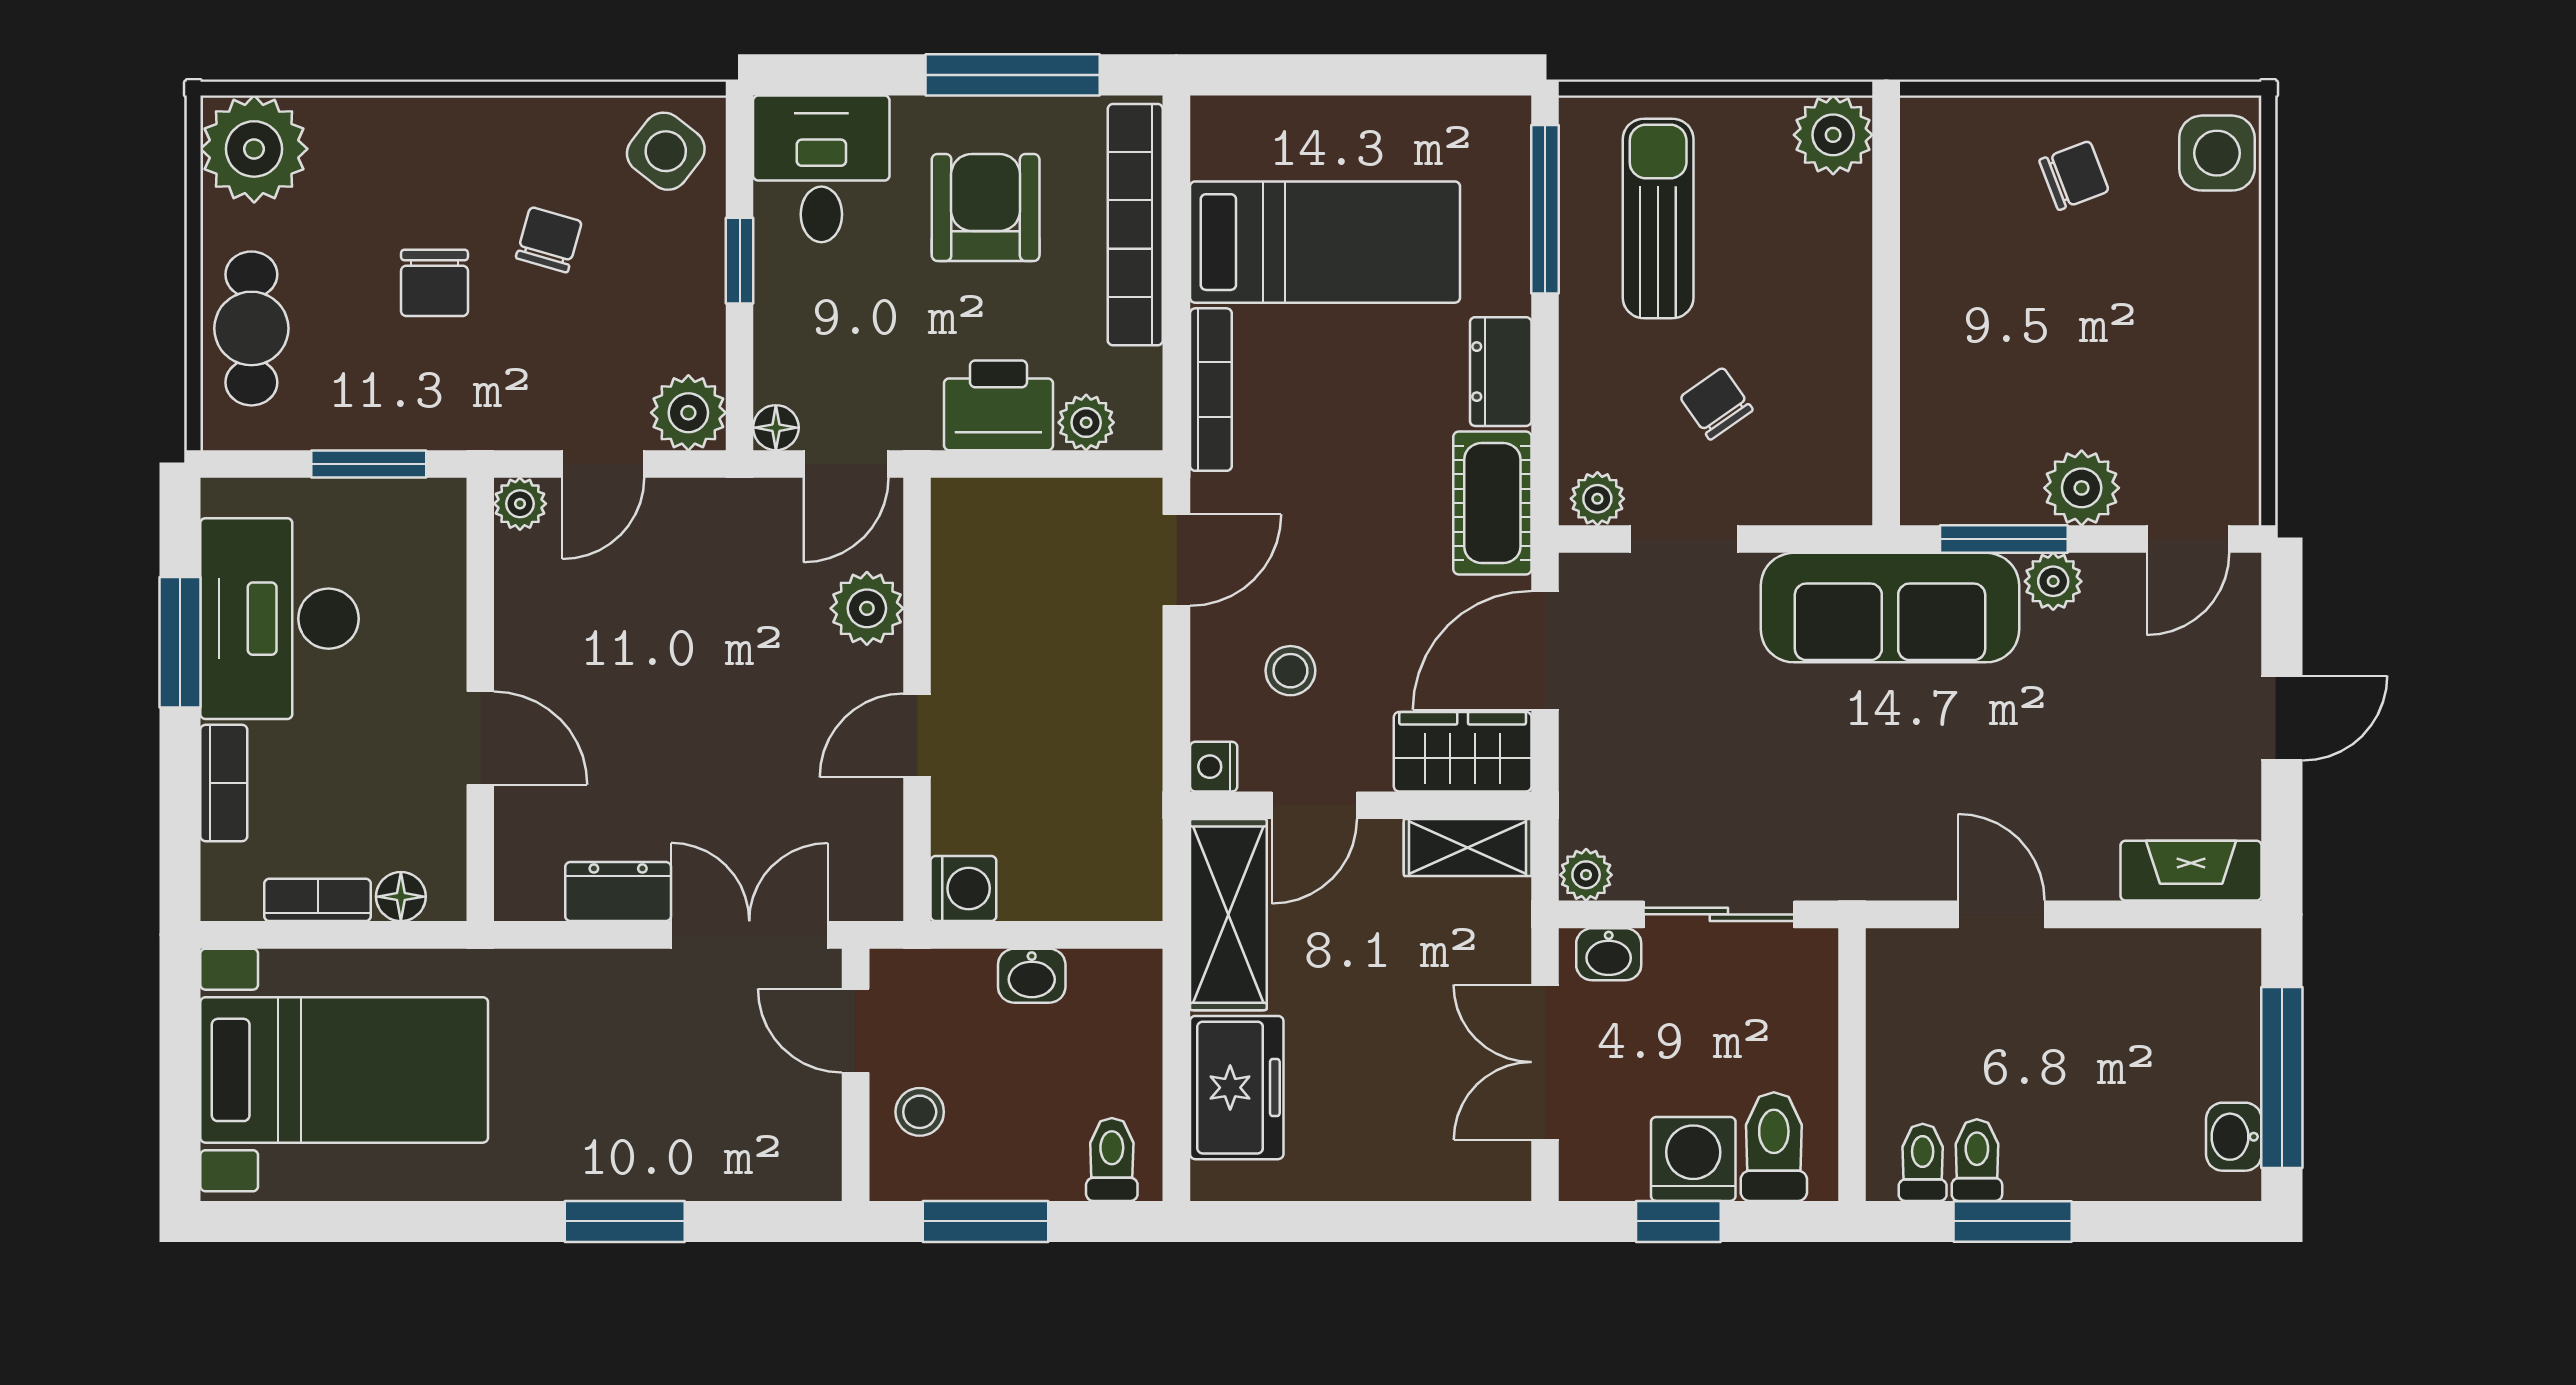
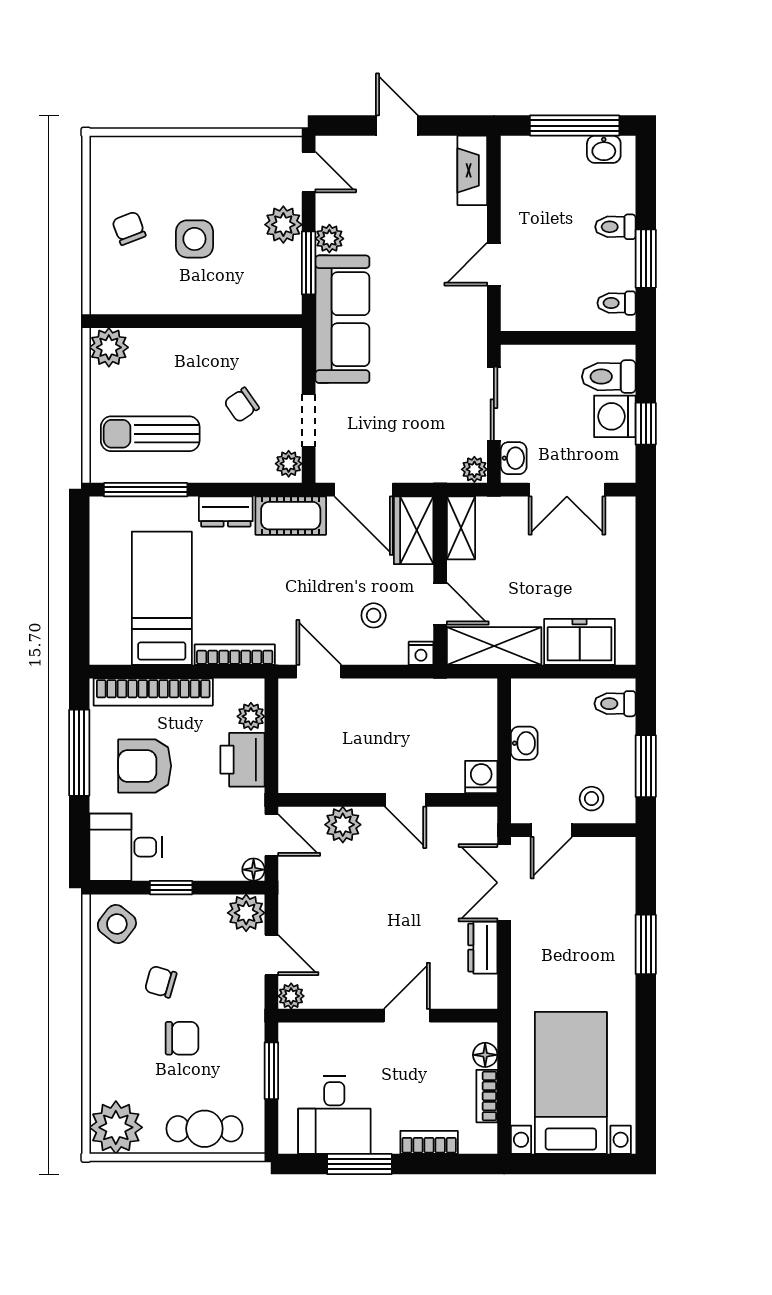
side table: (2217, 153) -> (194, 239), moved
desk: (280, 619) -> (334, 1115), width x0.73
toilet: (1977, 1160) -> (615, 227), moved

